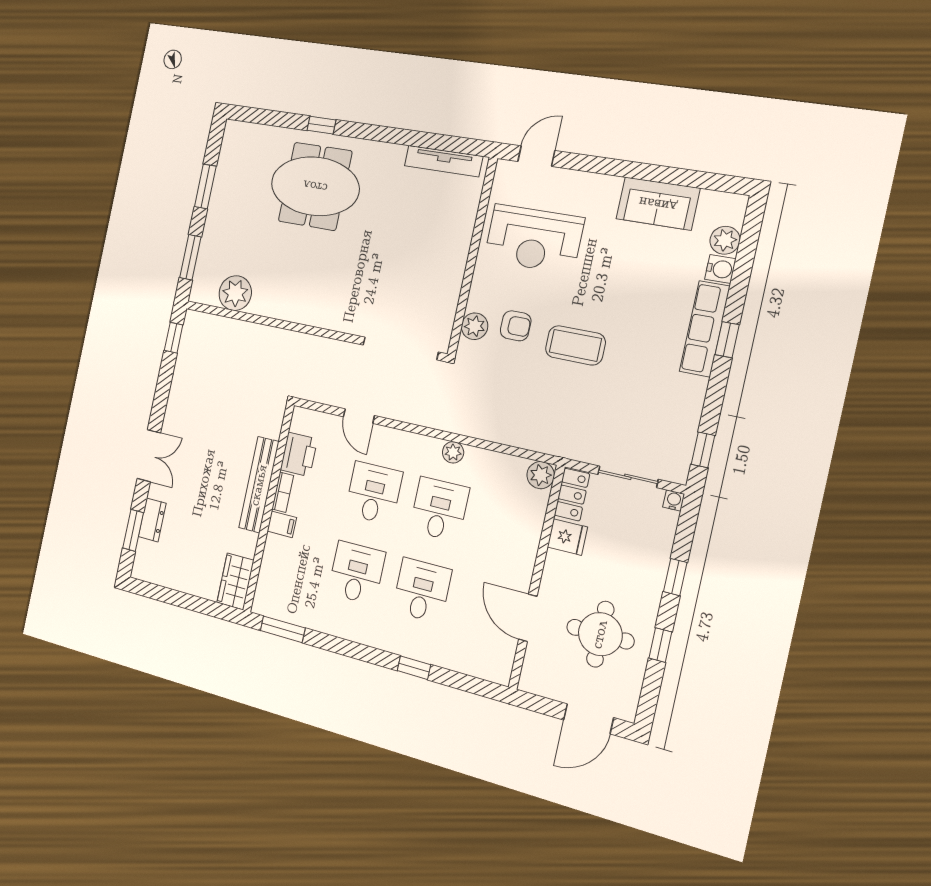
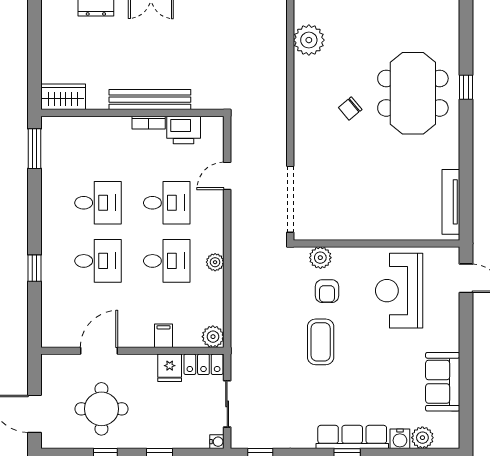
chair: (316, 260) -> (350, 109), added
filing cabinet: (282, 524) -> (163, 336), moved, turned 180

